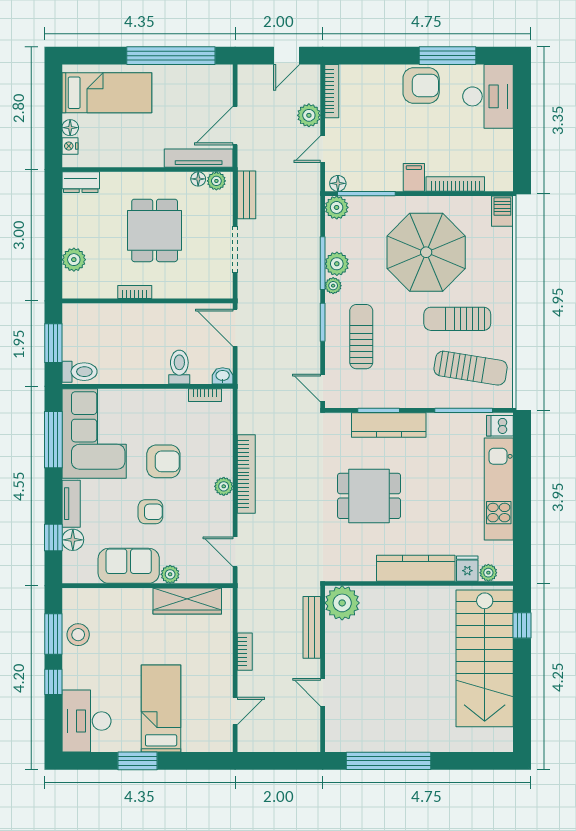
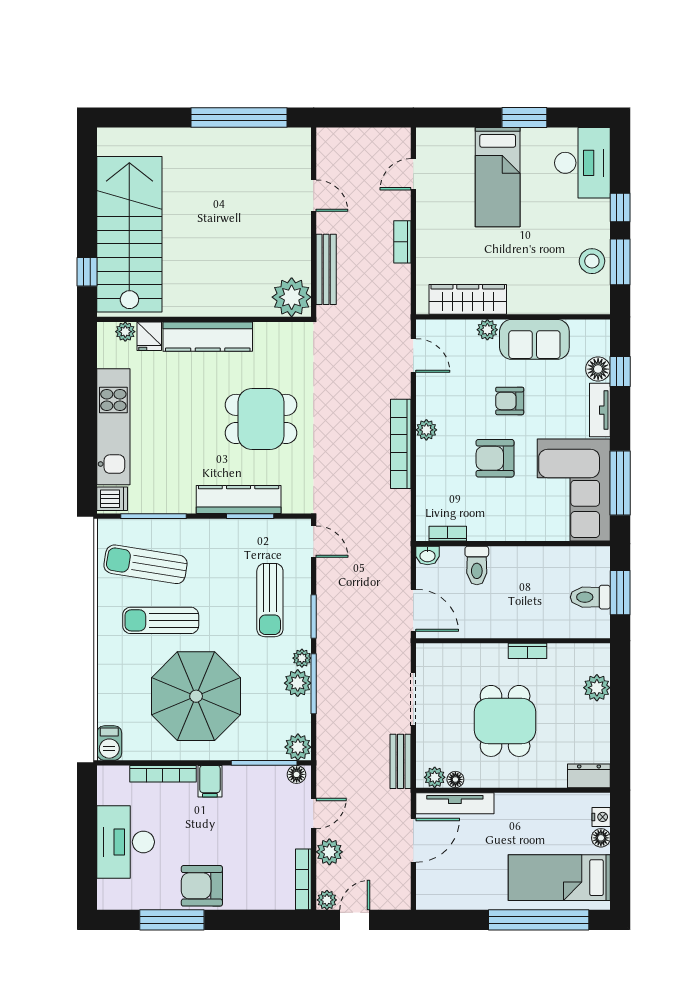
window: (171, 56) -> (539, 920), moved
plant: (311, 73) -> (327, 900), added
desk: (488, 96) -> (126, 842), moved
sun lounger: (457, 319) -> (161, 620), turned 180
toilet: (80, 372) -> (590, 597), moved

